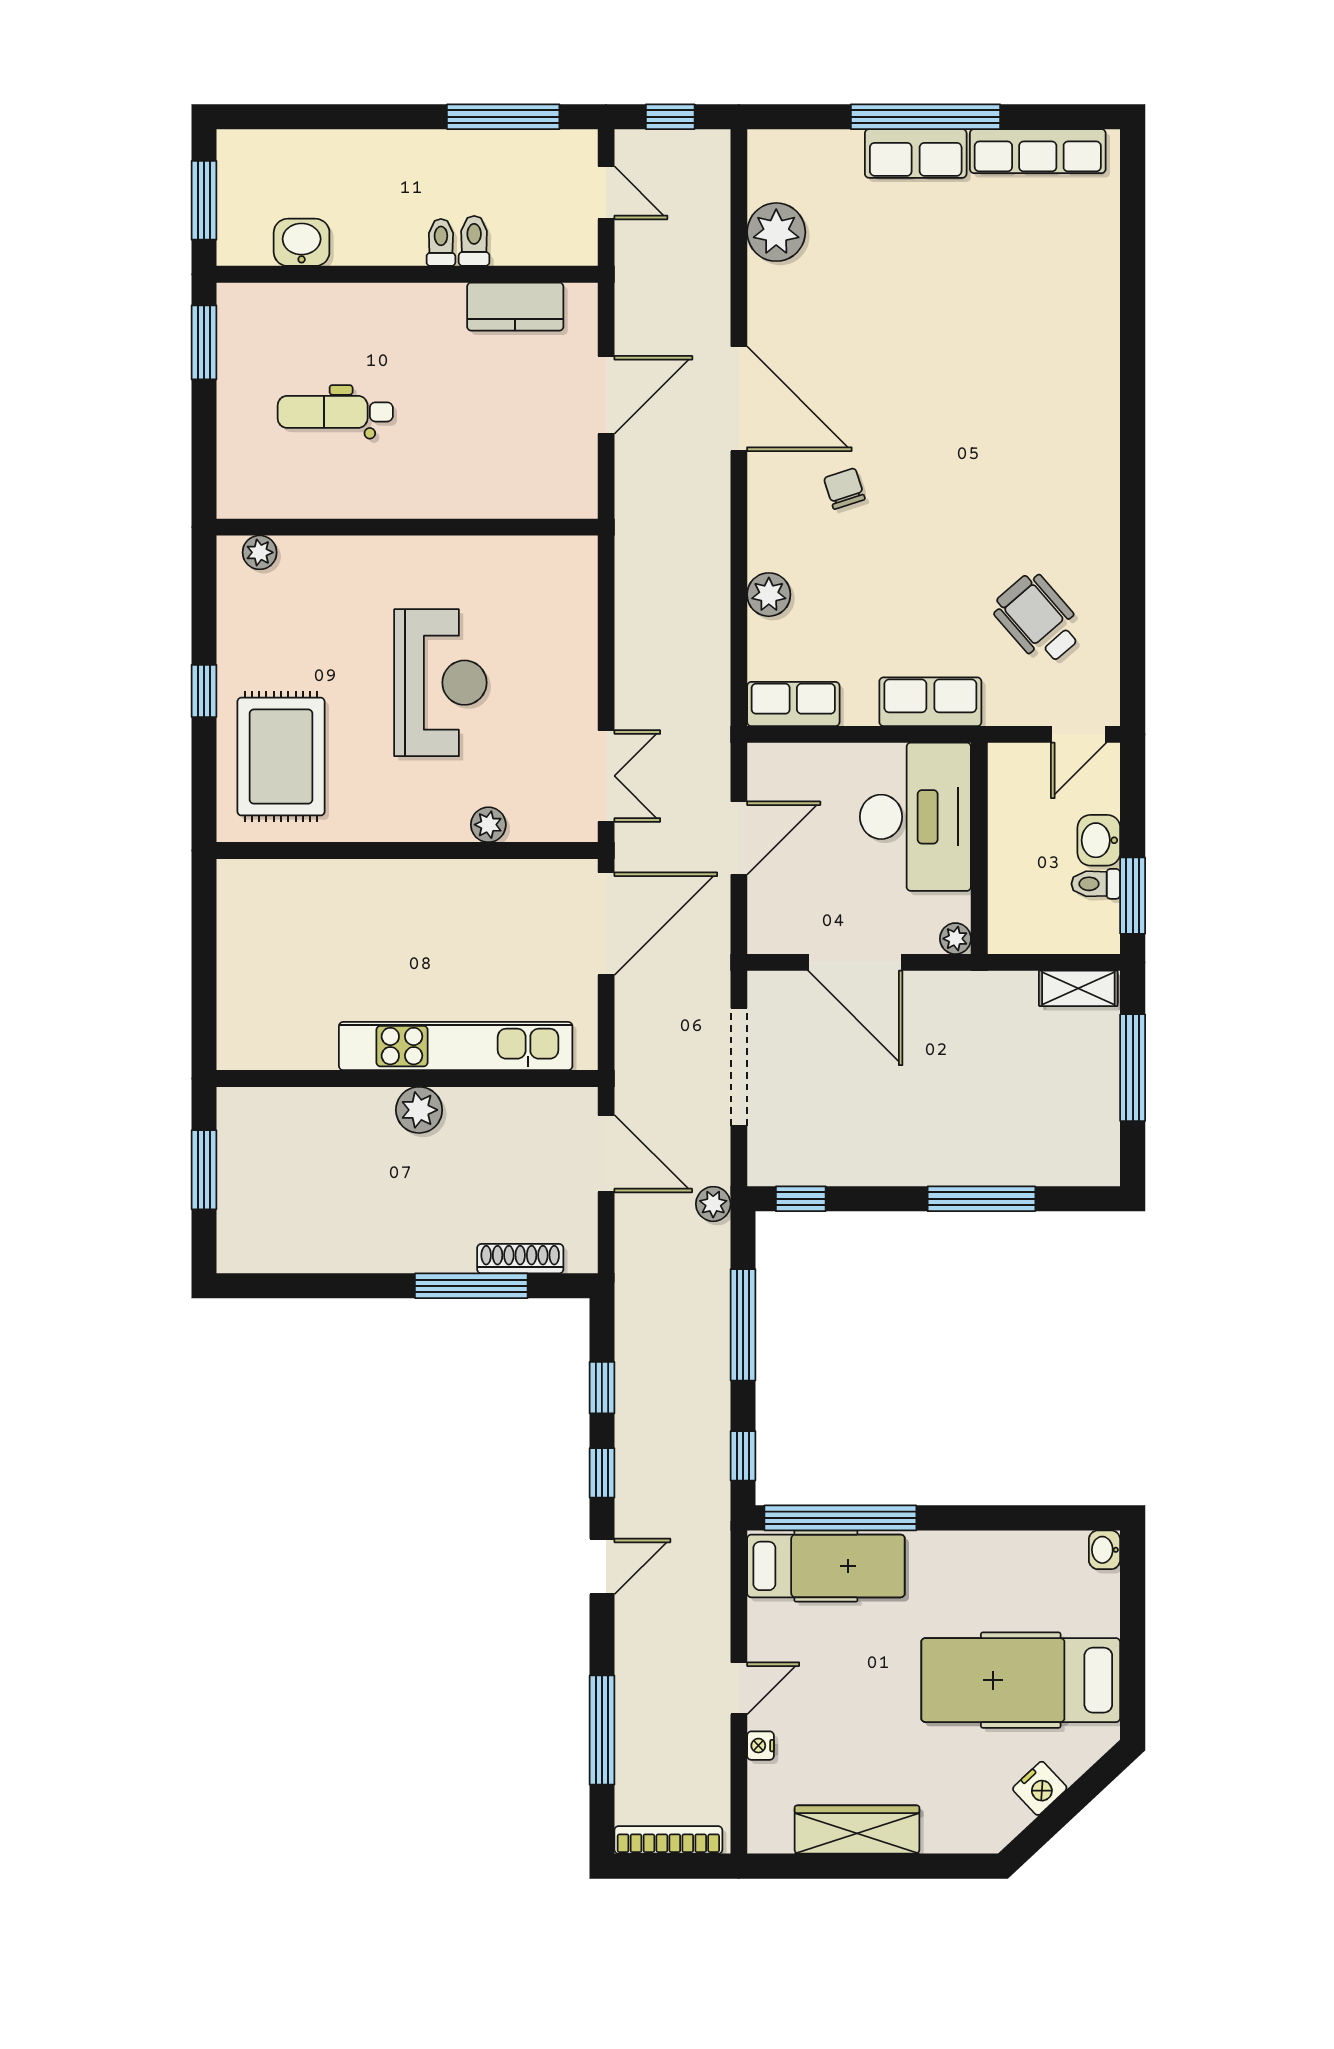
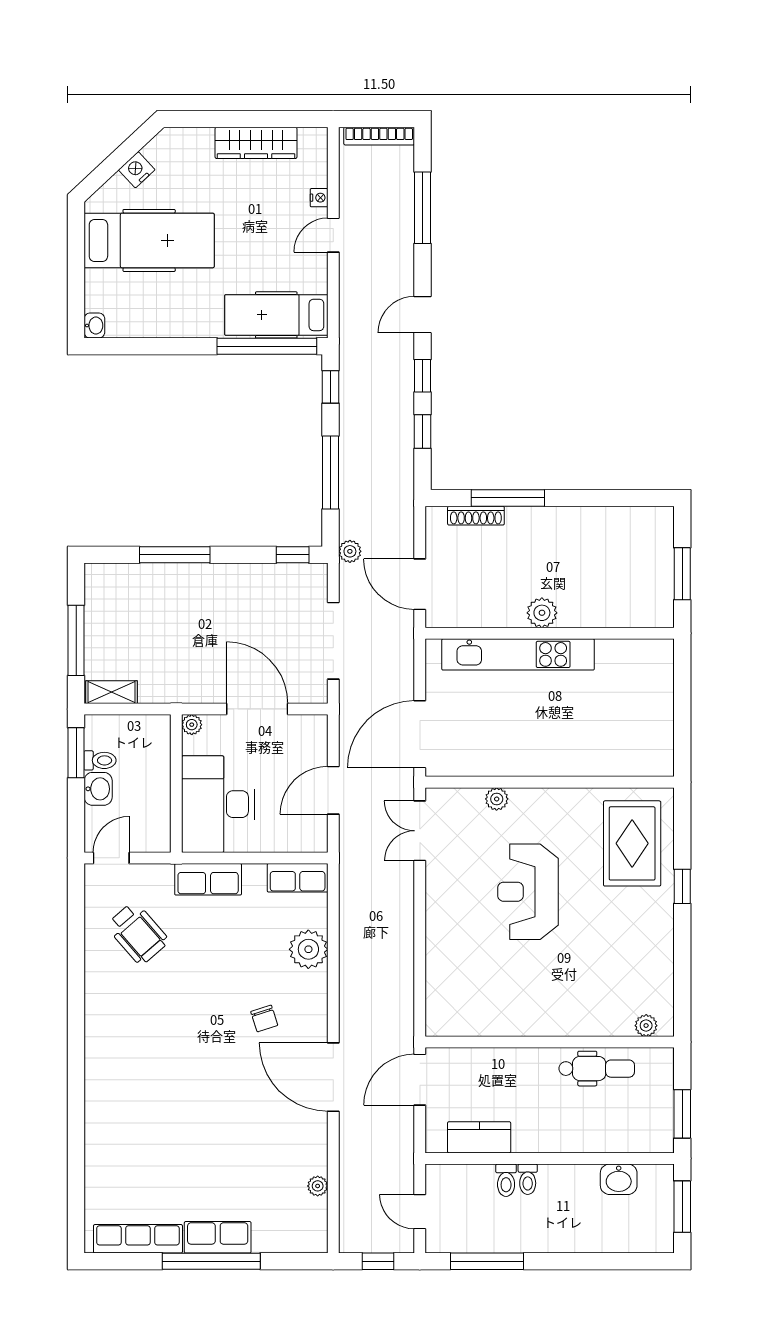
plant: (776, 232) -> (318, 1186), width x0.53, depth x0.53
wall: (407, 527) -> (550, 1042), moved
plant: (260, 552) -> (646, 1026), moved
plant: (769, 595) -> (308, 949), width x1.36, depth x1.36

